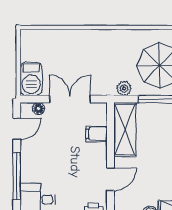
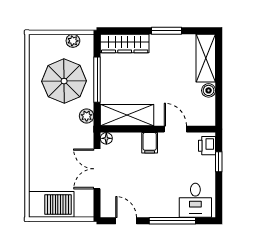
barbecue: (31, 79) -> (51, 204), moved, width x1.37, depth x1.21
floor lamp: (38, 109) -> (106, 138), moved
filing cabinet: (97, 134) -> (150, 143), moved

